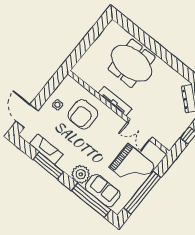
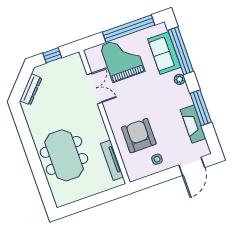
tv unit: (115, 101) -> (112, 160), moved
armchair: (83, 114) -> (139, 136), turned -90
plant: (81, 174) -> (180, 79), width x0.53, depth x0.53

